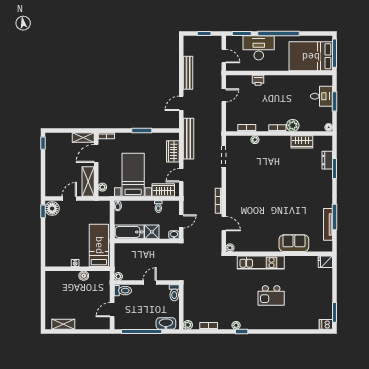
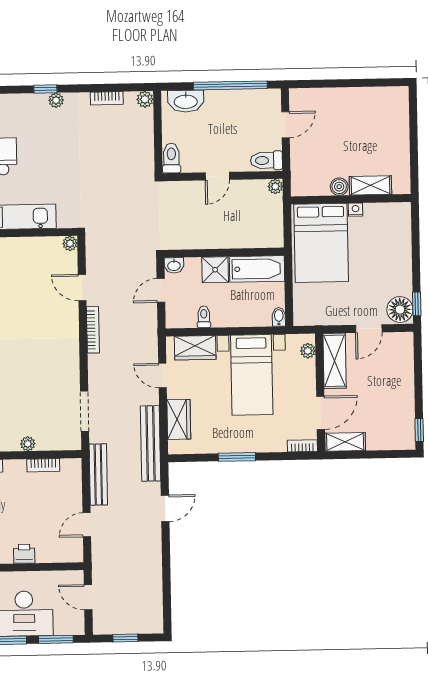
bench: (188, 73) -> (98, 474), moved
door: (181, 175) -> (163, 376), swing flipped
bed: (99, 245) -> (321, 243), width x1.50
shelving: (63, 324) -> (370, 185), moved

